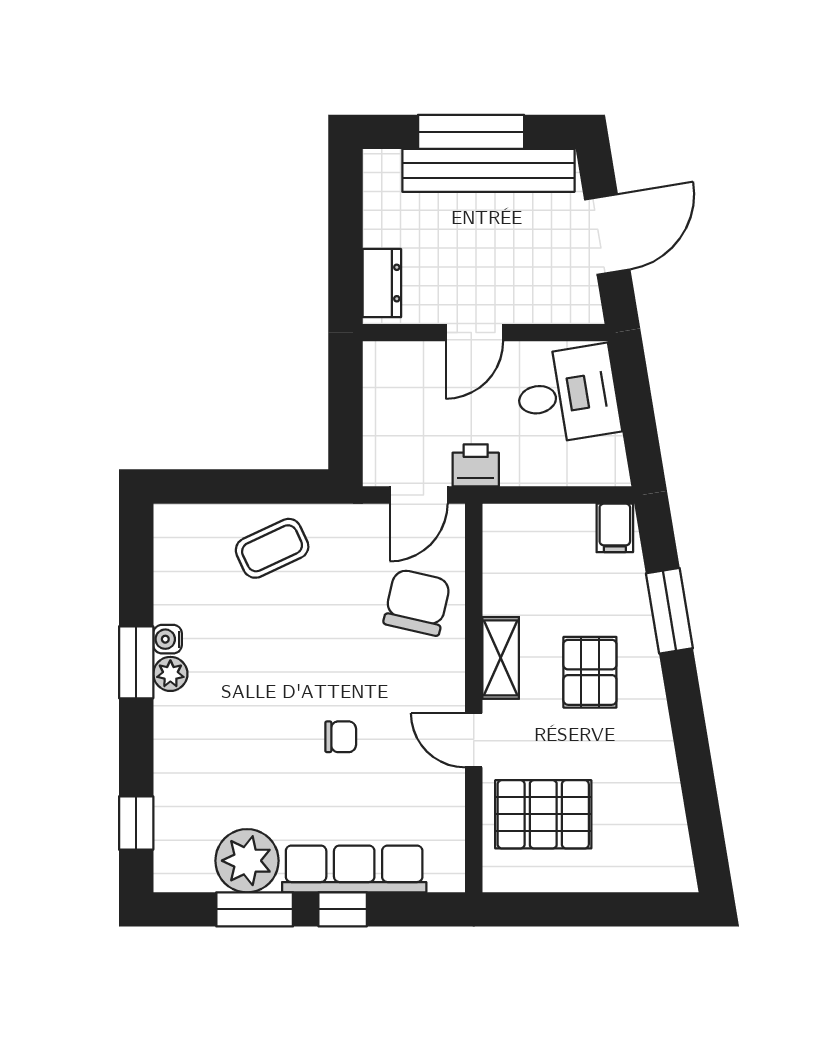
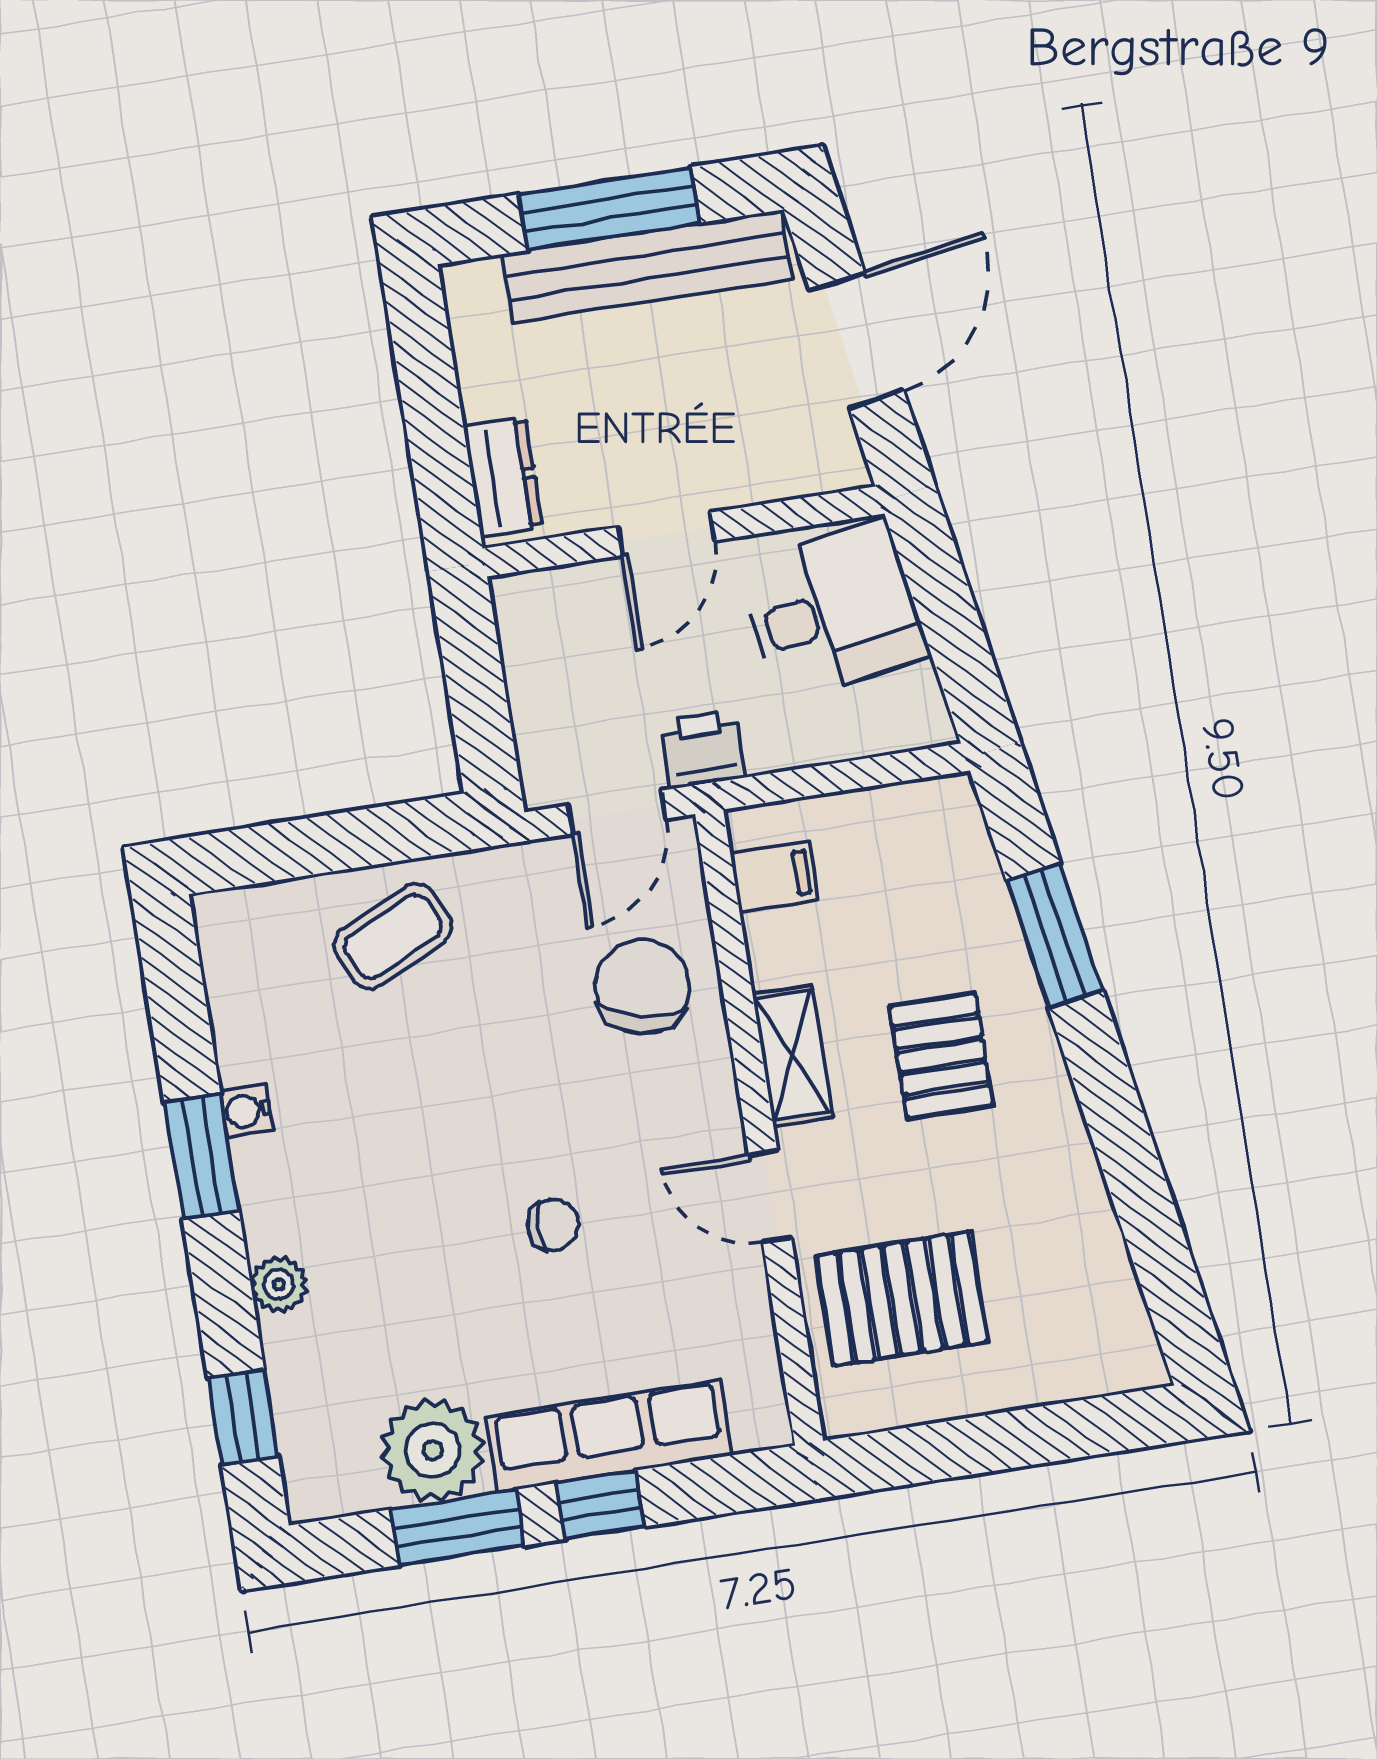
filing cabinet: (615, 528) -> (774, 877), moved, turned -90
plant: (170, 674) -> (279, 1284), moved

